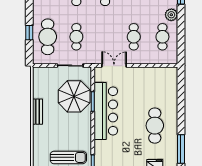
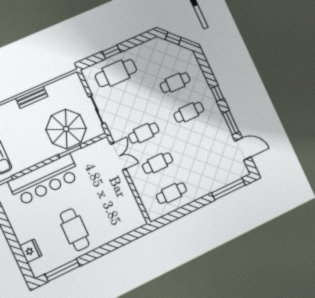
plant: (171, 15) -> (198, 192), removed
cafe table: (76, 37) -> (144, 133), moved
bar counter: (106, 111) -> (44, 180), moved
cafe table: (155, 126) -> (75, 230), turned 90

